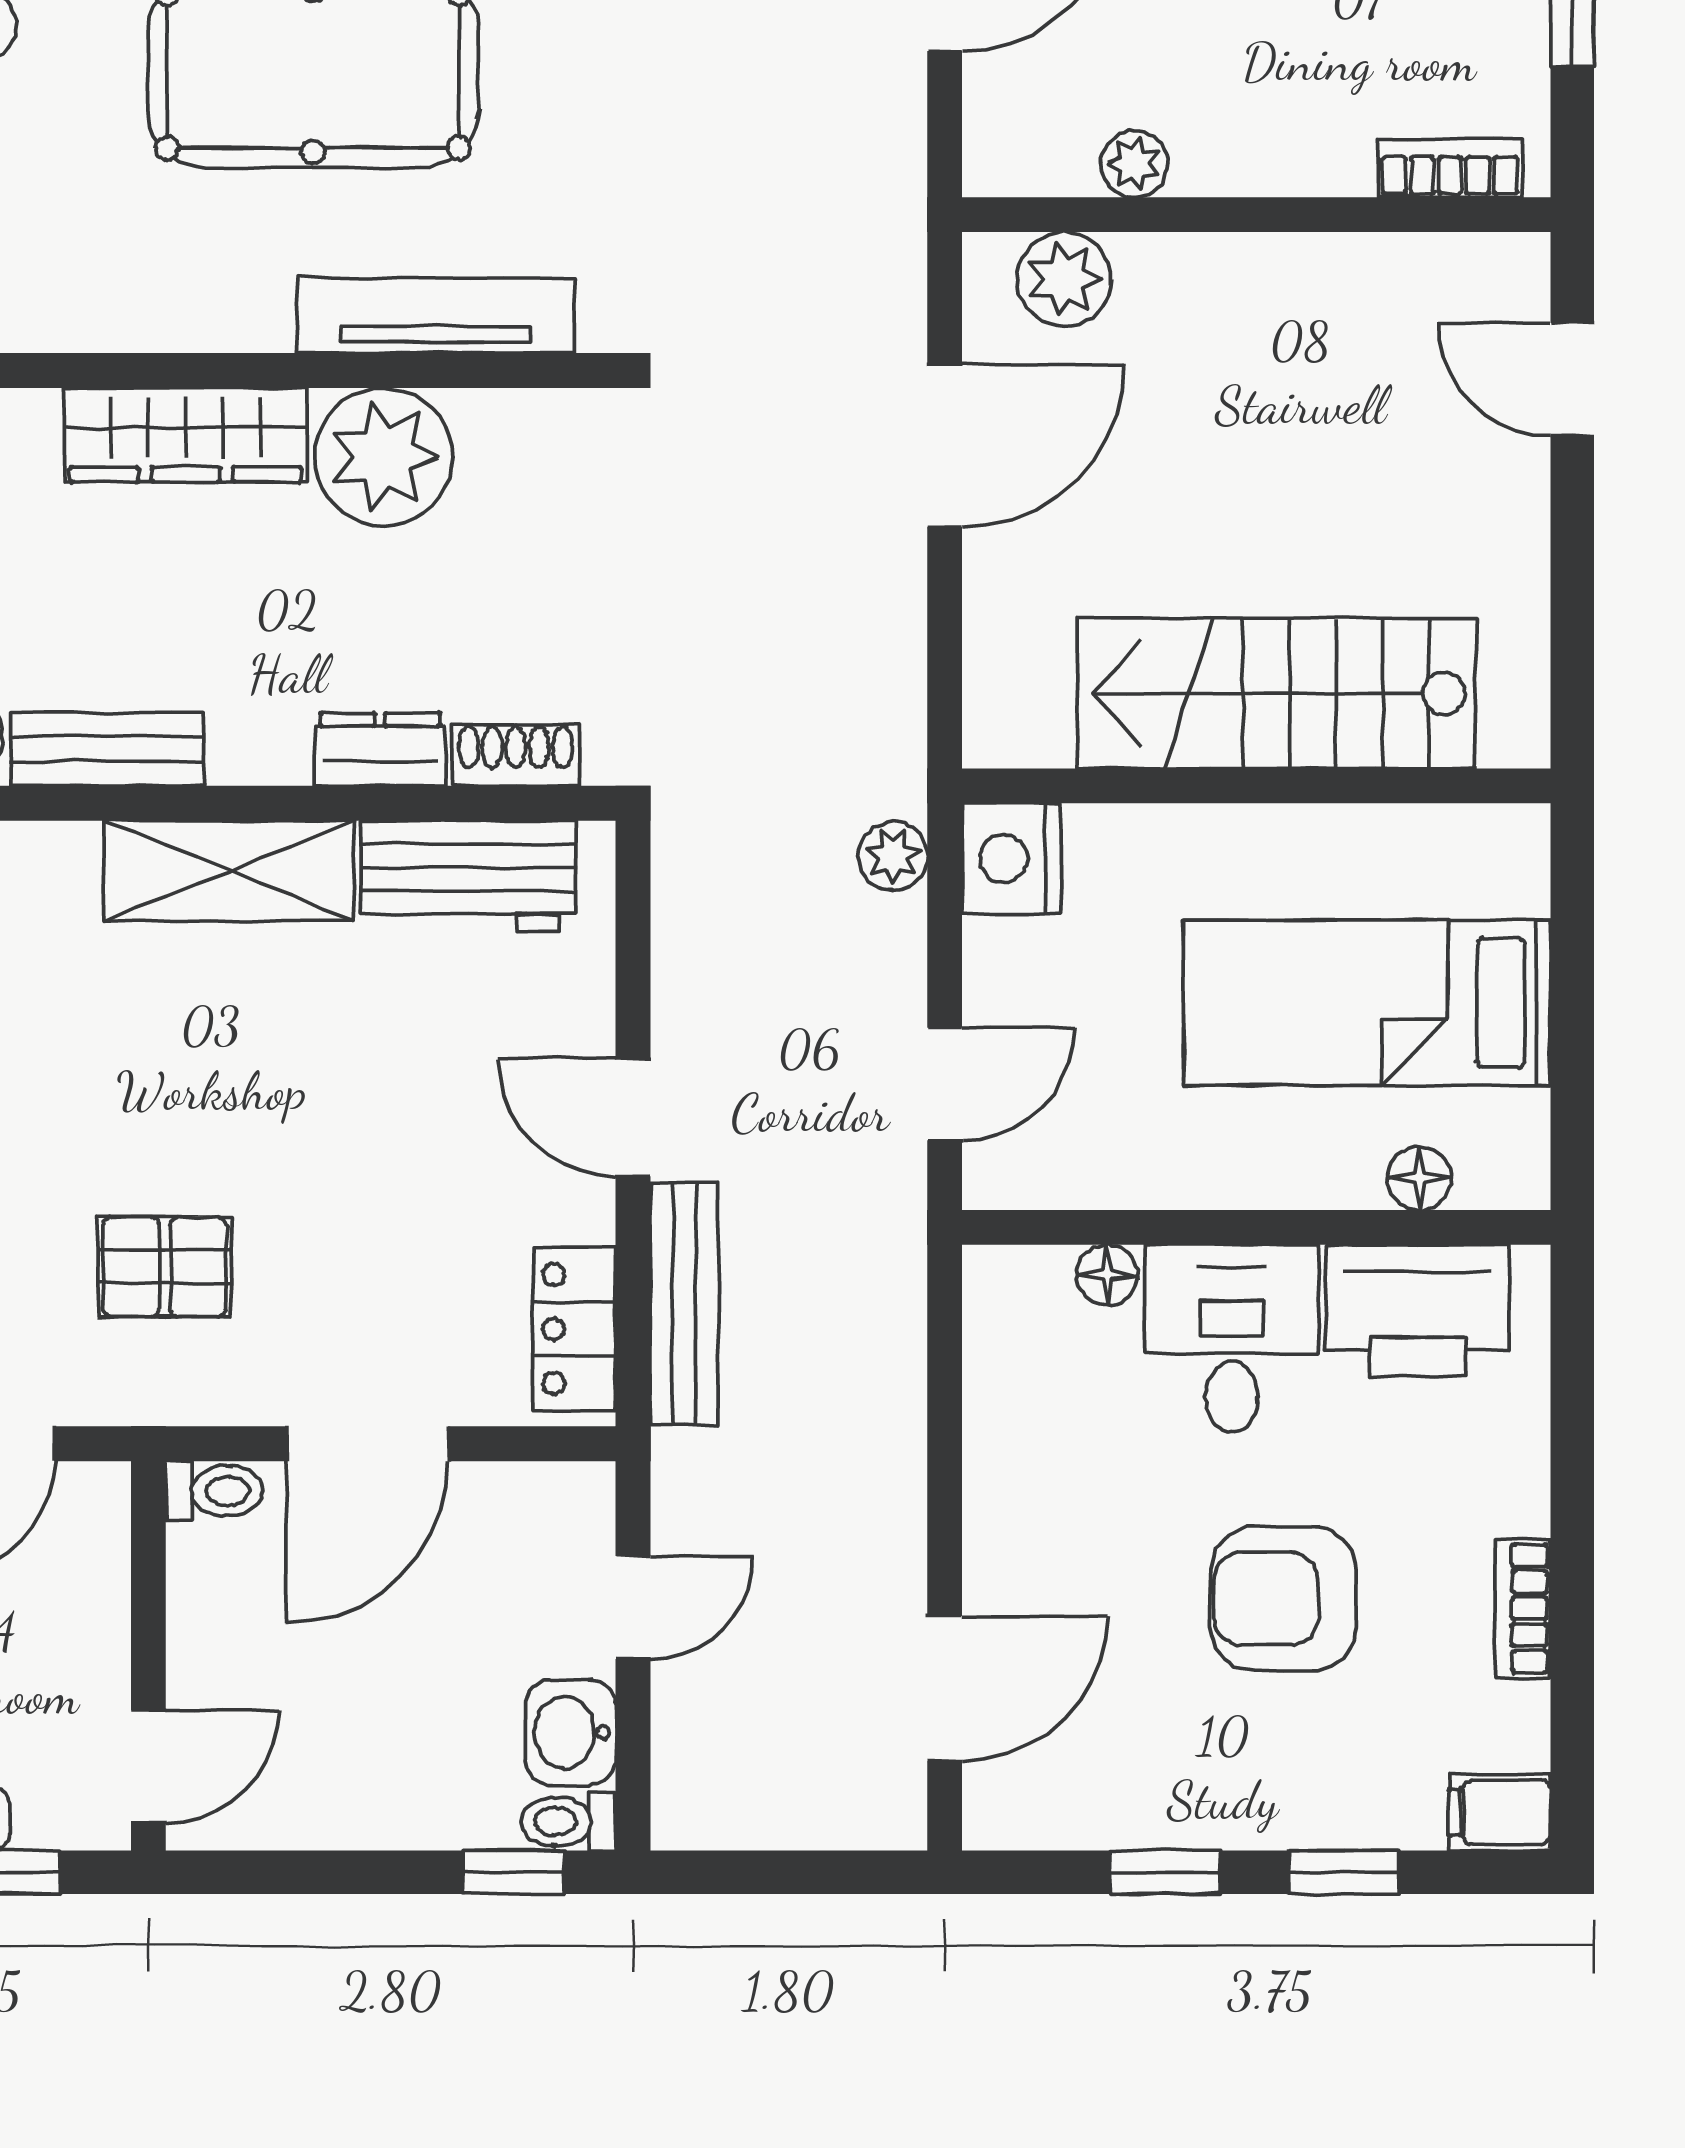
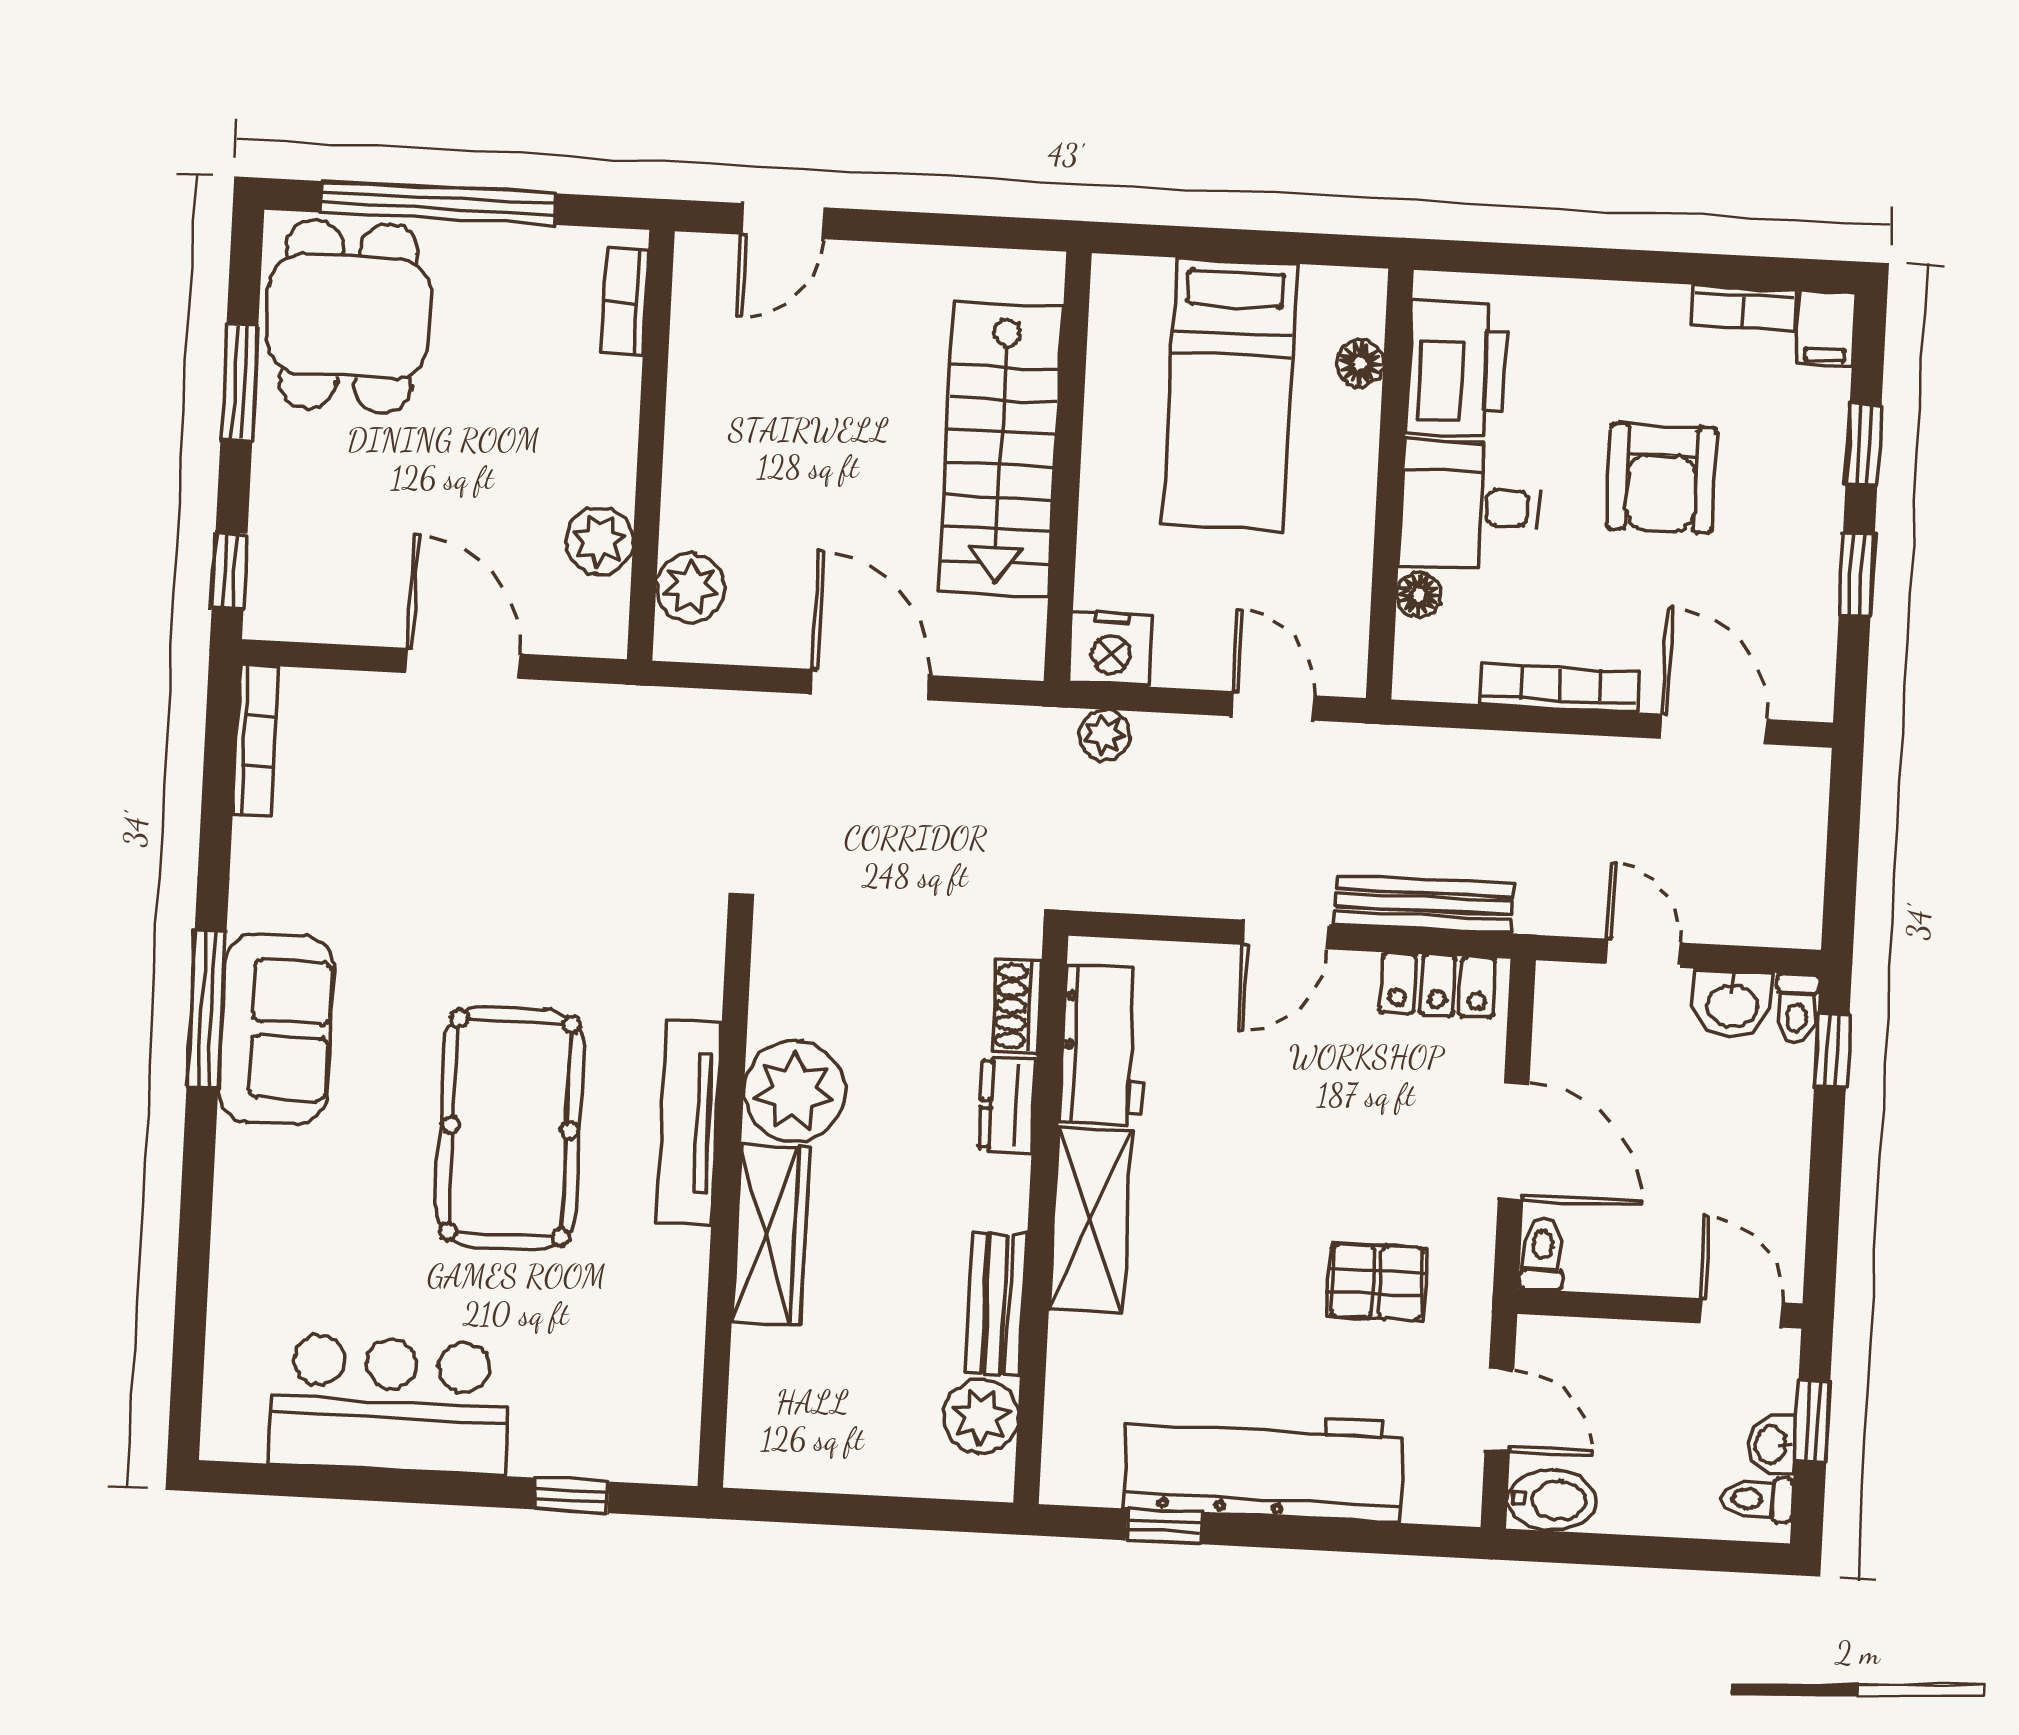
plant: (1134, 164) -> (599, 541), width x1.38, depth x1.38
tv unit: (436, 315) -> (689, 1122), moved
door: (945, 446) -> (870, 685), moved
pallet: (165, 1267) -> (1377, 1282), turned 90
bookcase: (990, 1475) -> (1560, 688), added
bookcase: (1523, 1608) -> (1743, 307), moved

